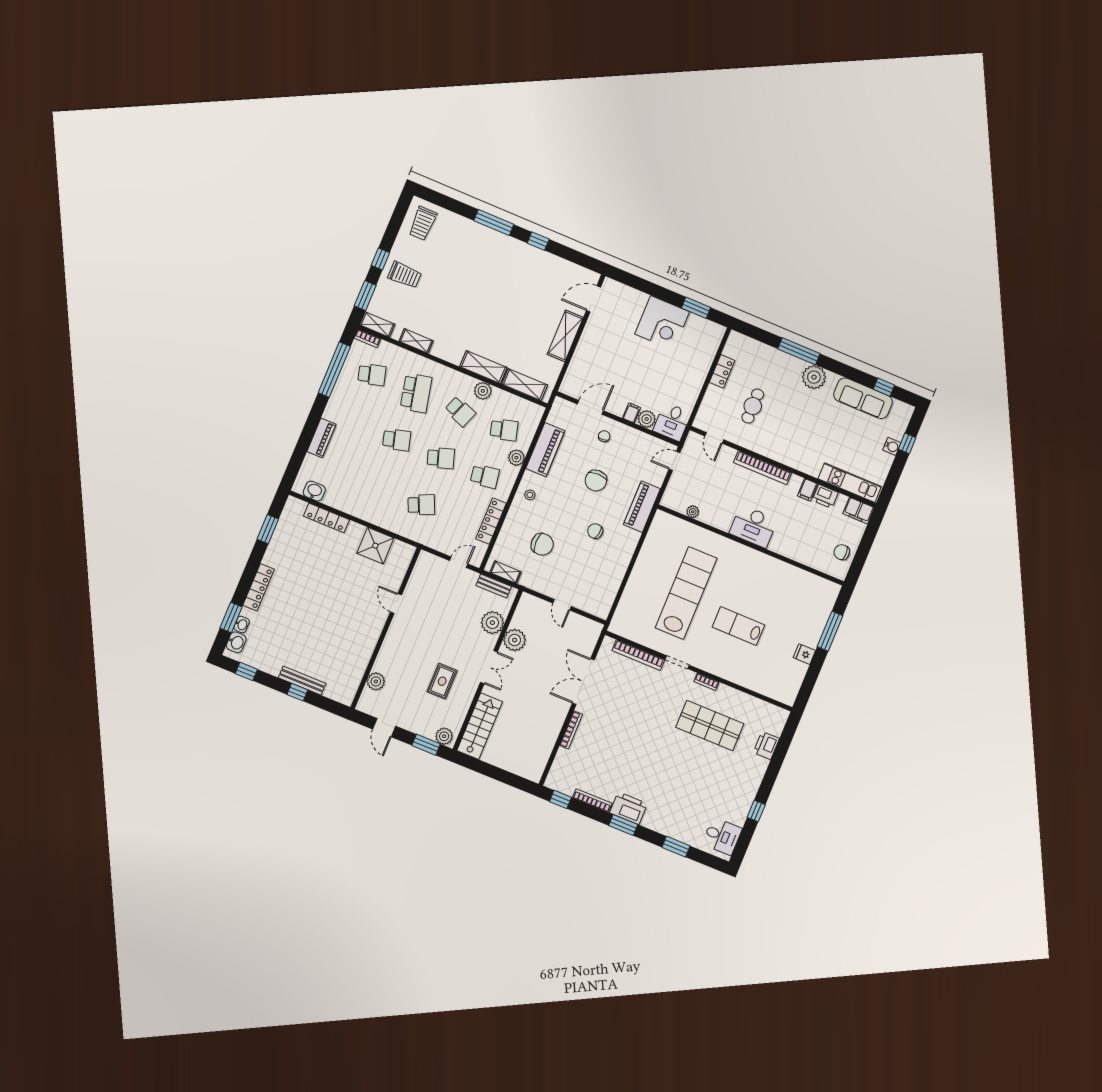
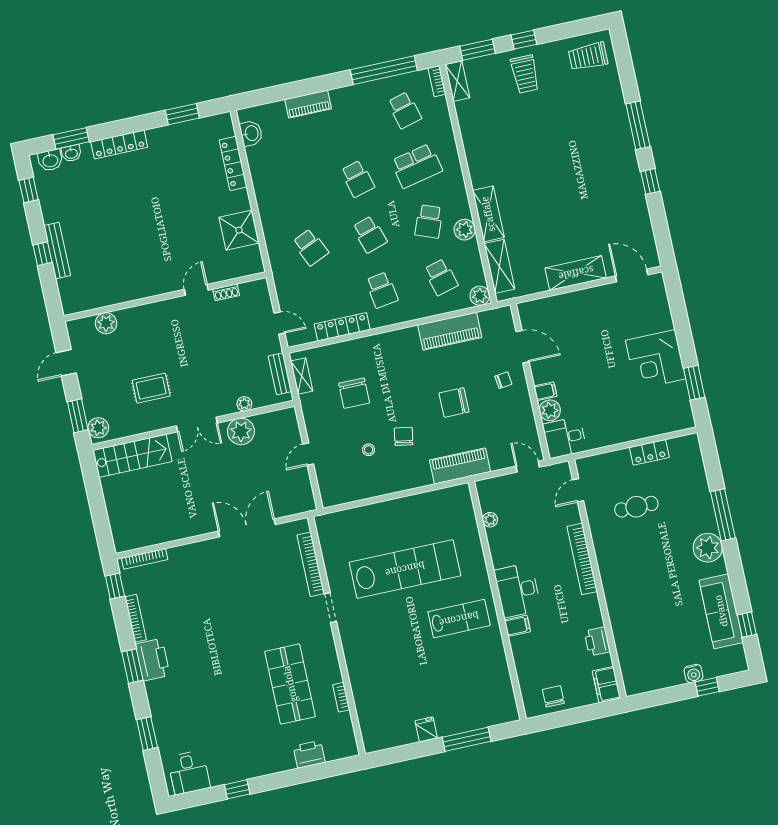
shelving: (416, 341) -> (468, 130), removed
plant: (516, 458) -> (480, 296), moved
kitchen unit: (850, 483) -> (628, 656), removed
filing cabinet: (808, 490) -> (517, 626), moved, turned 180
stool: (530, 495) -> (369, 450), moved
shoe rack: (412, 584) -> (226, 292), added
plant: (492, 623) -> (244, 404), width x0.53, depth x0.53
lab bench: (738, 626) -> (459, 619), moved, turned 90
bookcase: (706, 682) -> (341, 697), moved
bookcase: (571, 730) -> (145, 559), moved

